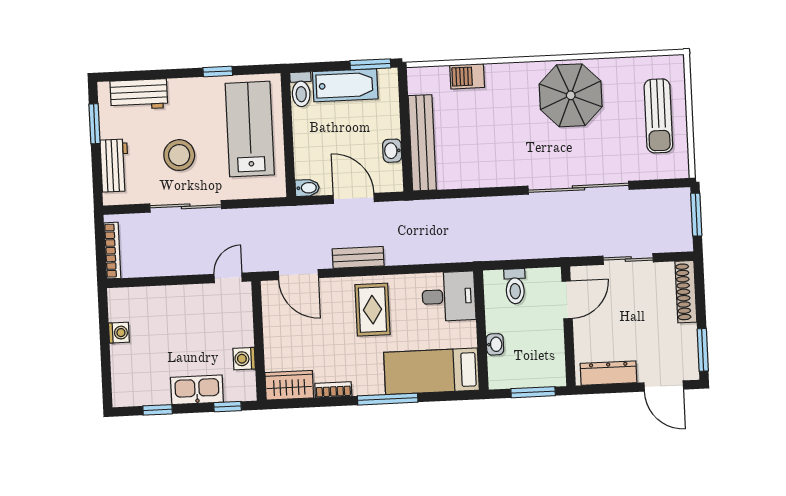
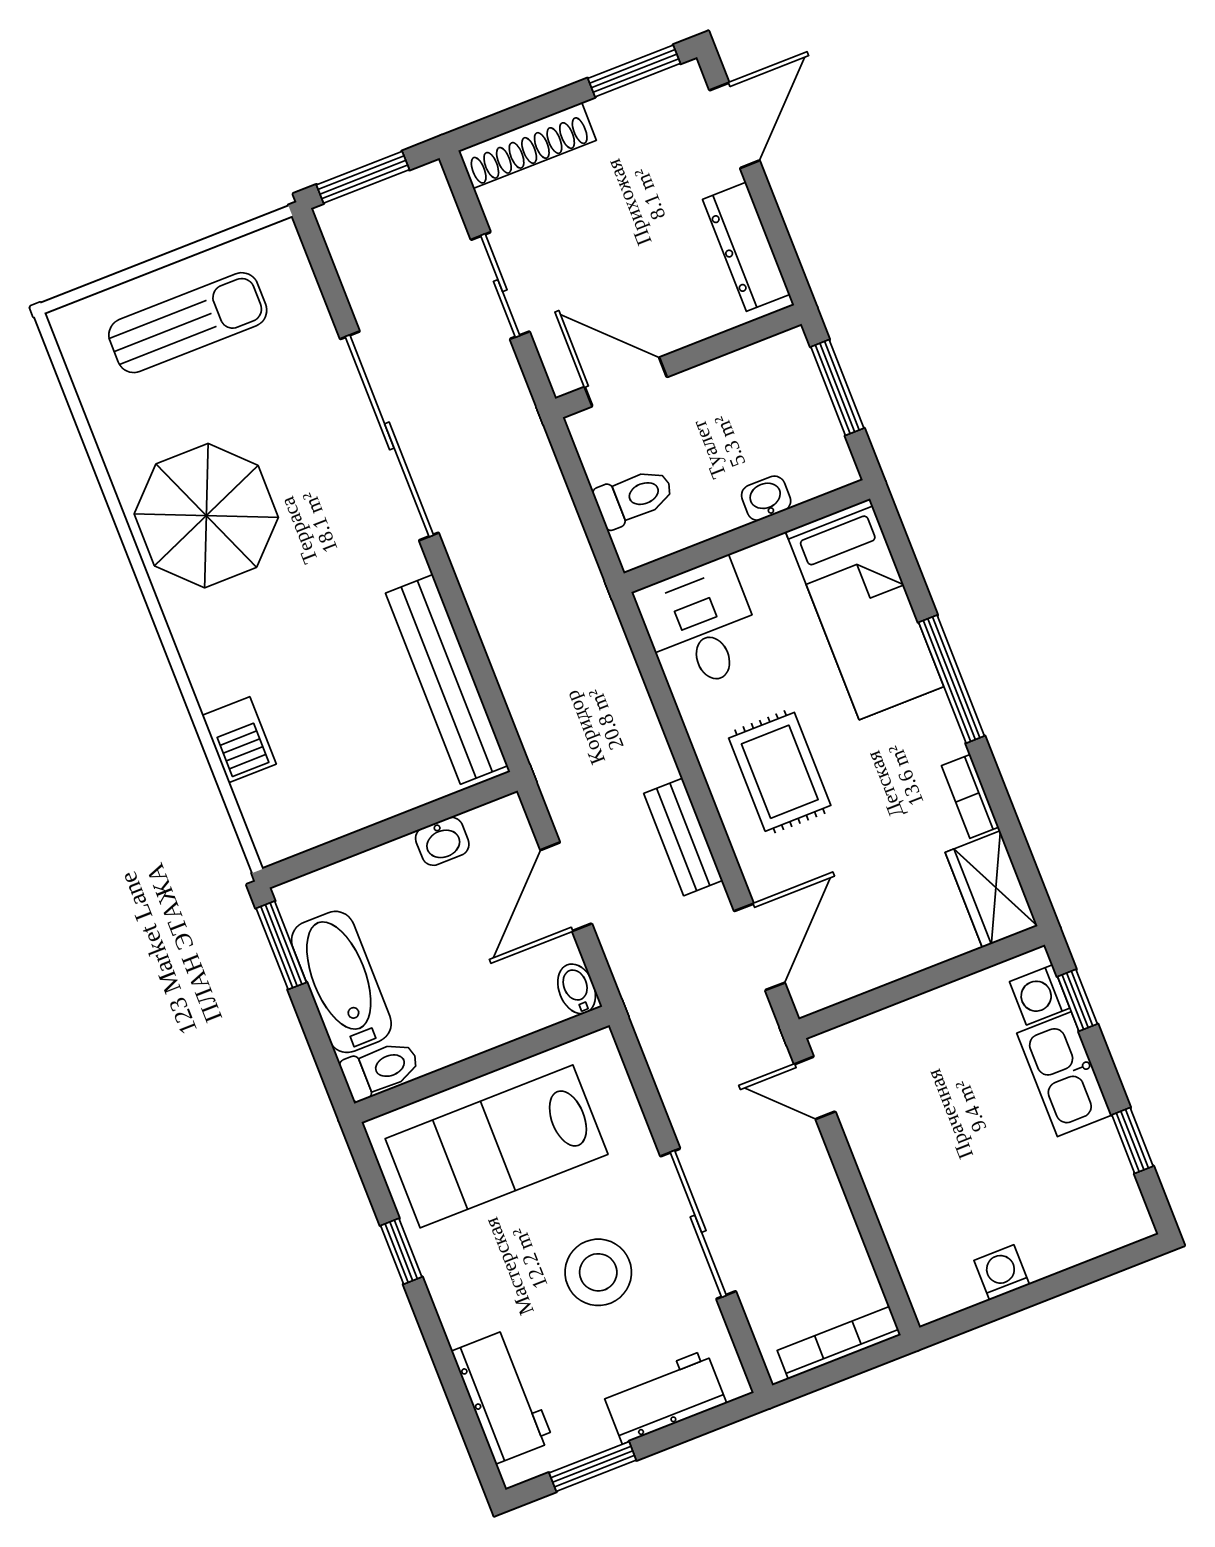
bench: (422, 143) -> (447, 679), moved, turned 90
rug: (372, 310) -> (780, 772), turned 90
washing machine: (244, 359) -> (1040, 995), moved, turned 90

